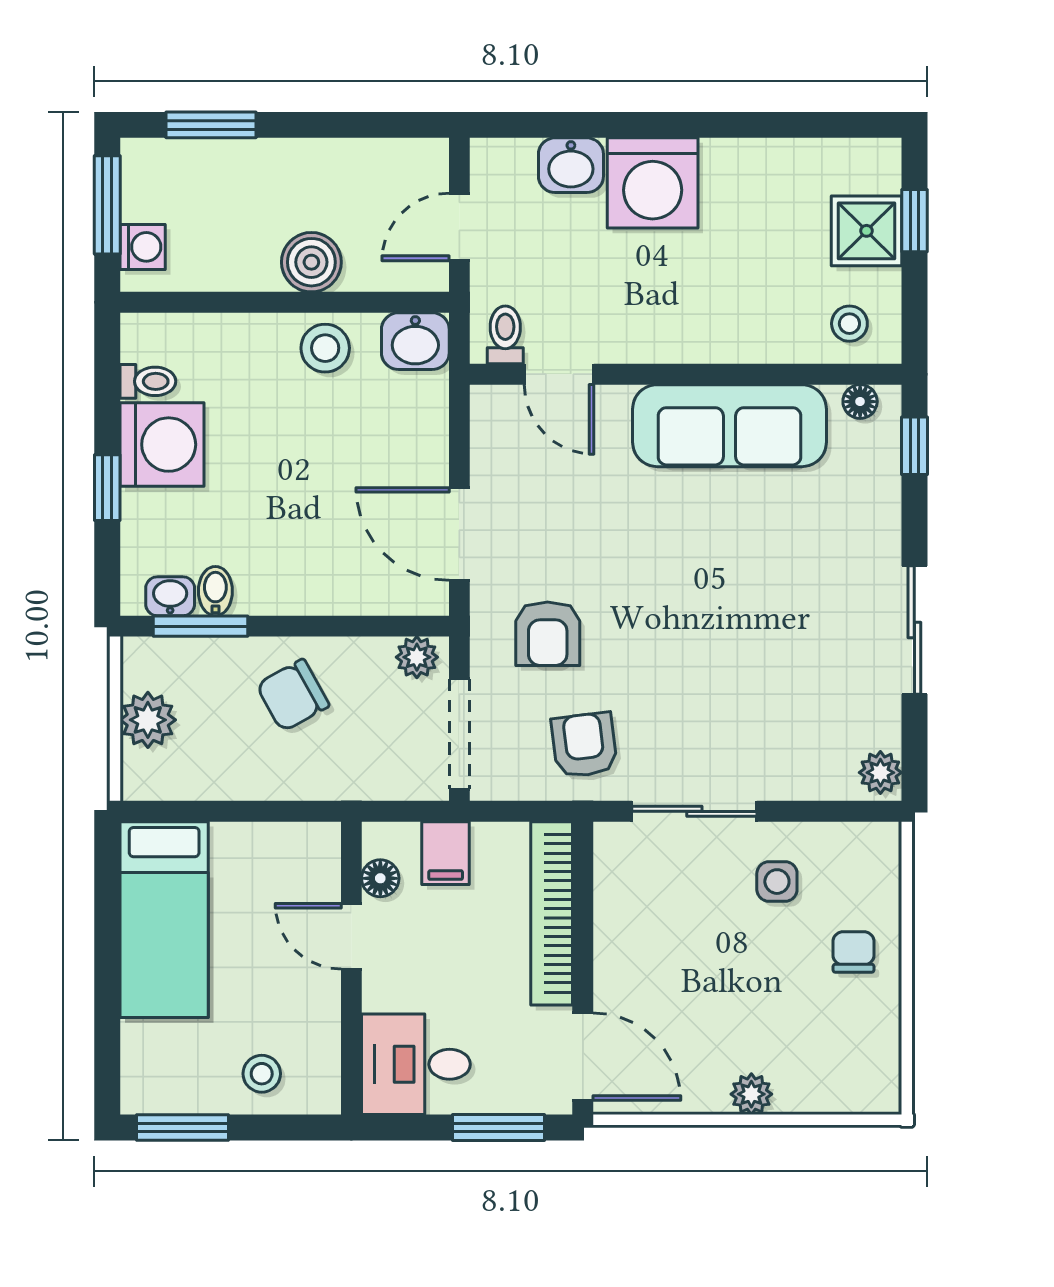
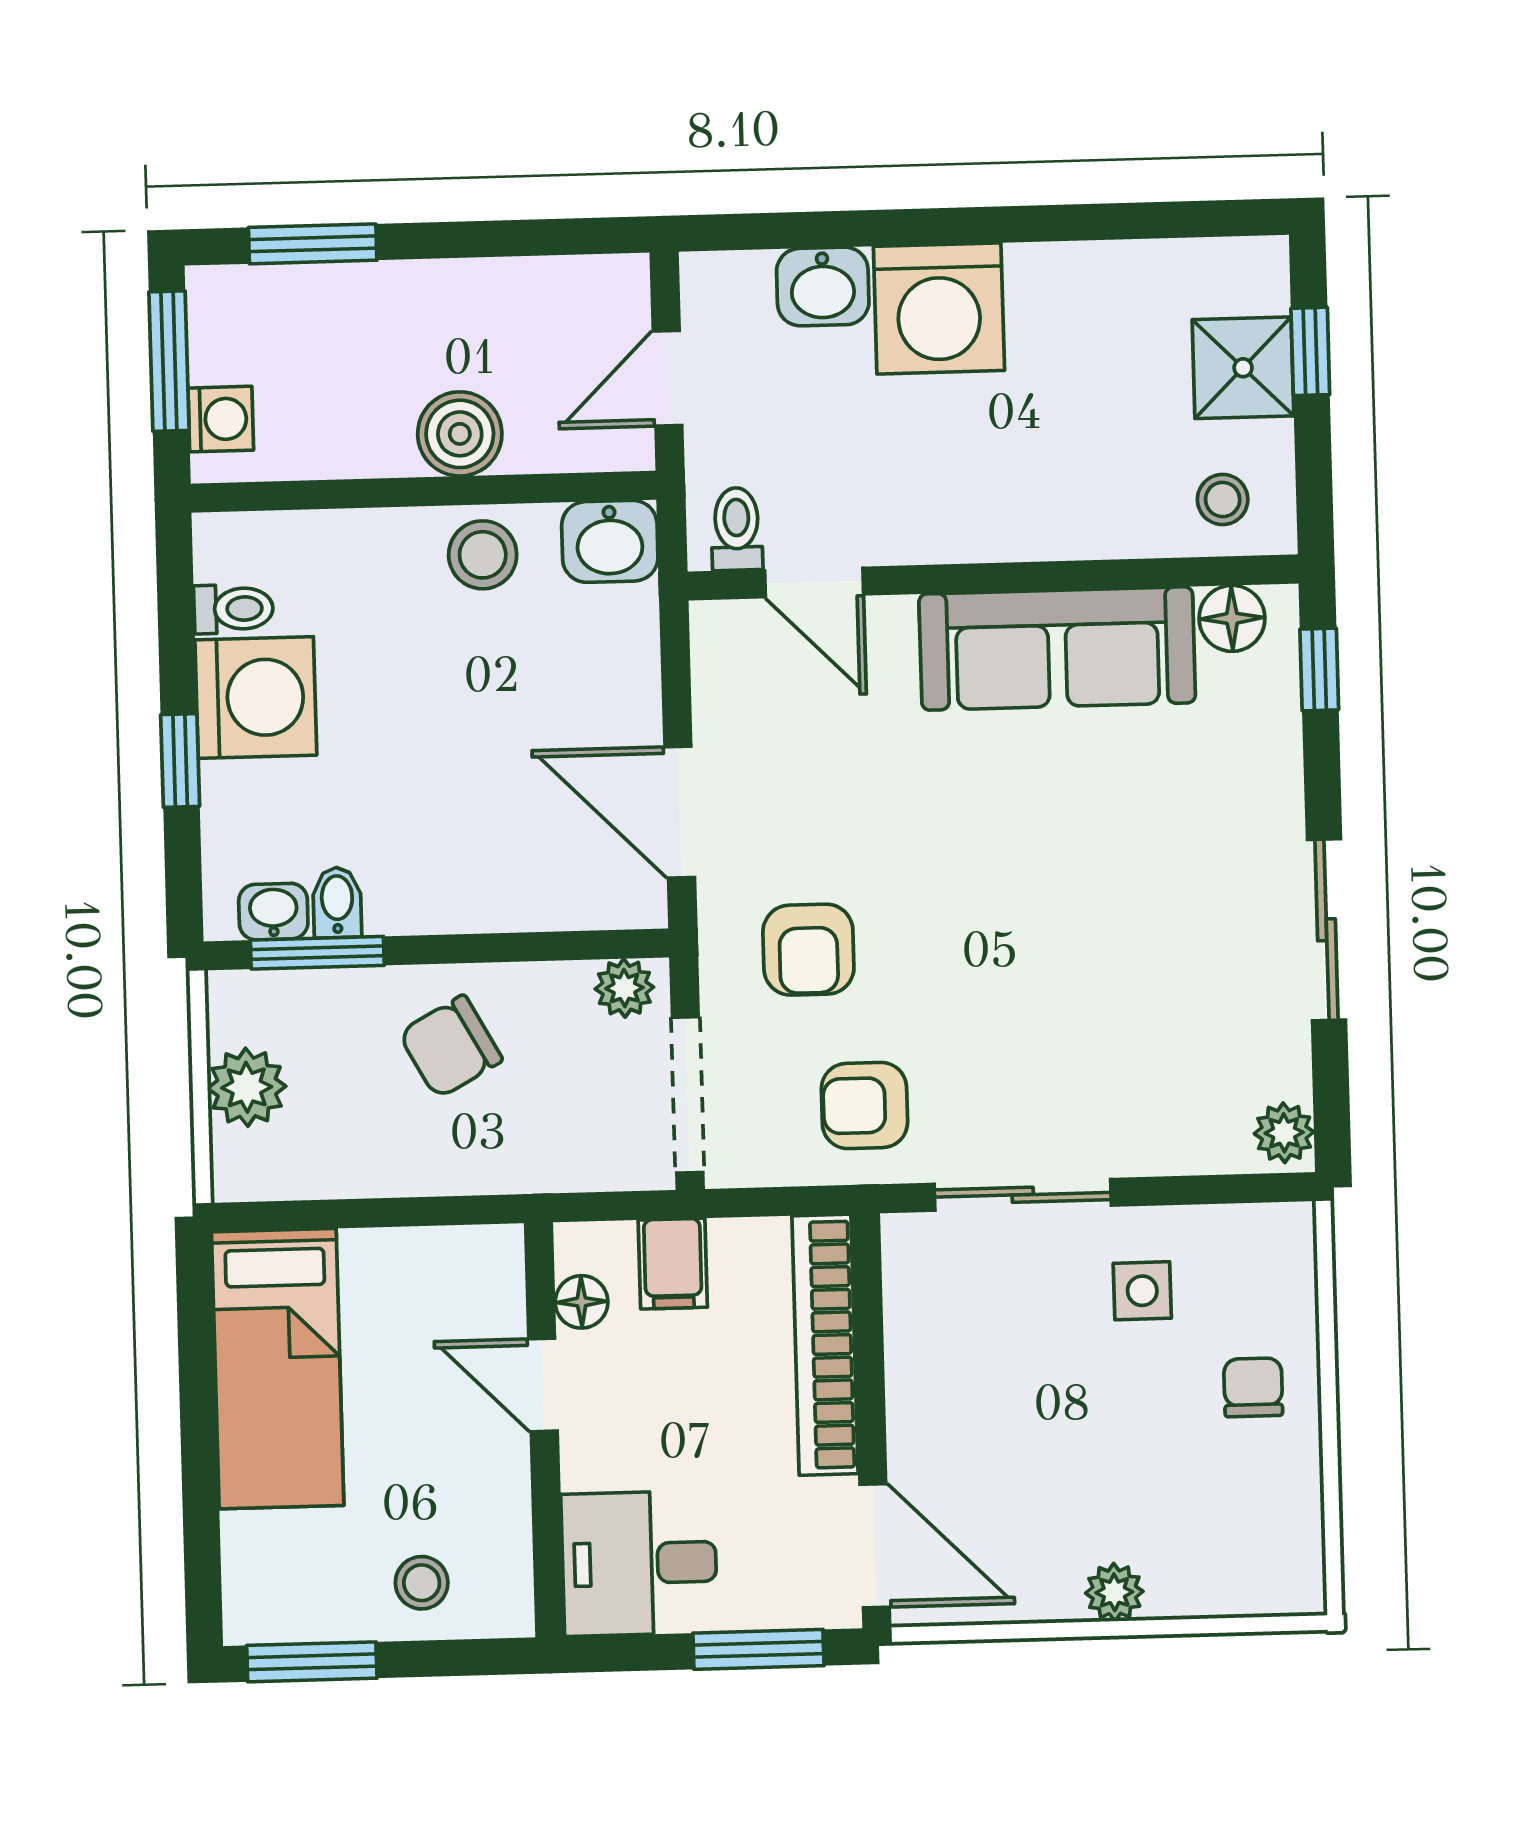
floor lamp: (860, 402) -> (1232, 618), width x1.37, depth x1.37
armchair: (584, 745) -> (864, 1106), turned -83

